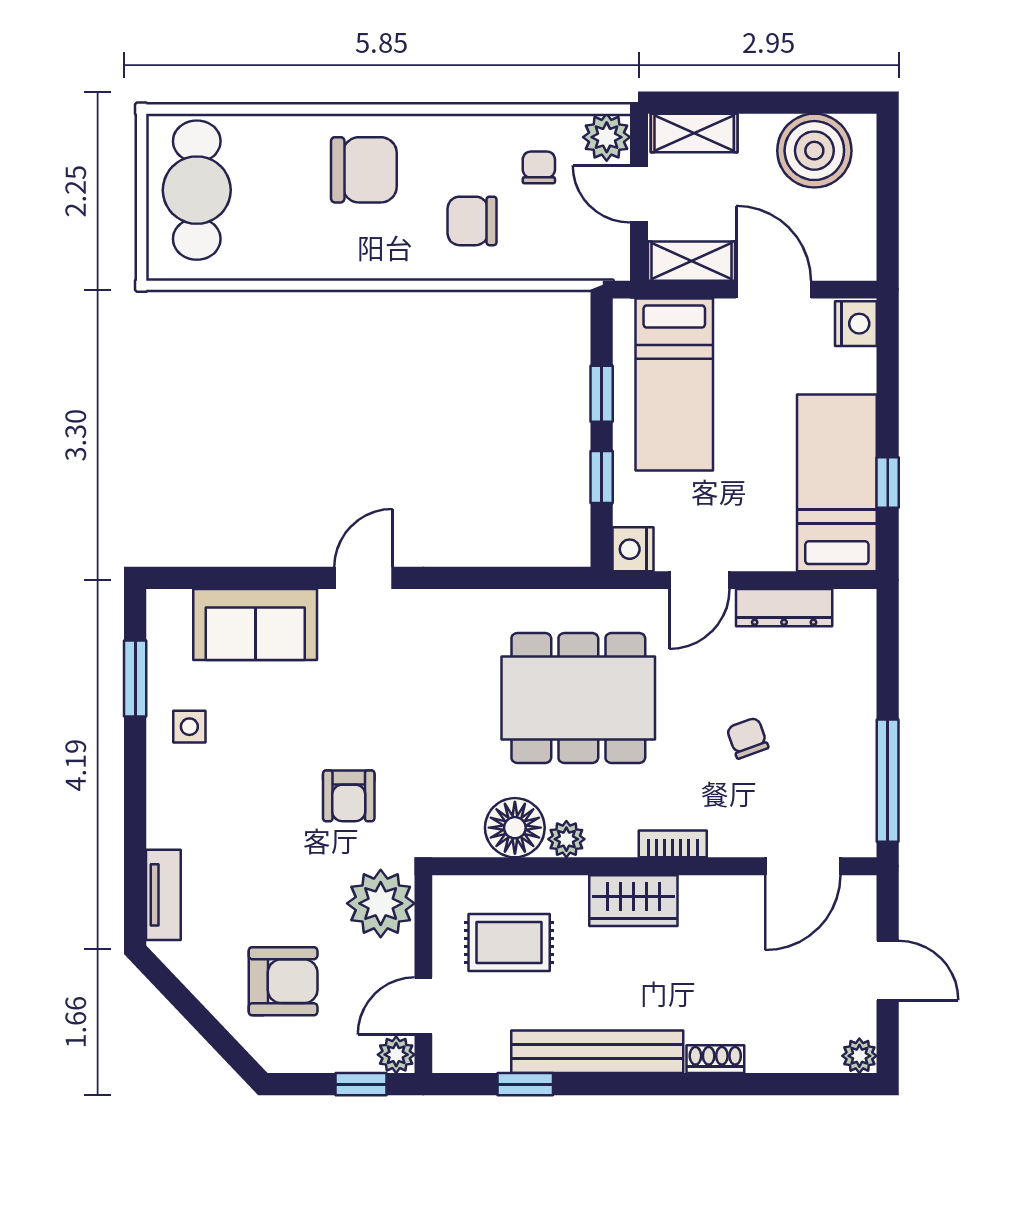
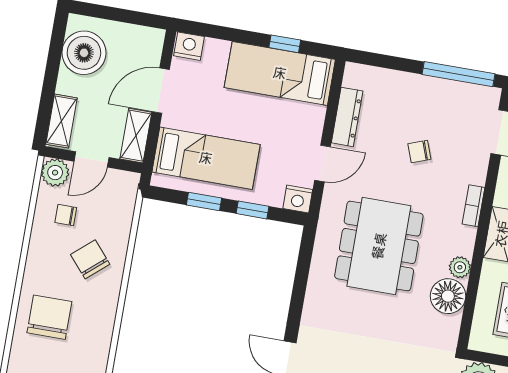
chair: (472, 221) -> (90, 259), turned 139
door: (699, 580) -> (322, 163), hinge flipped

